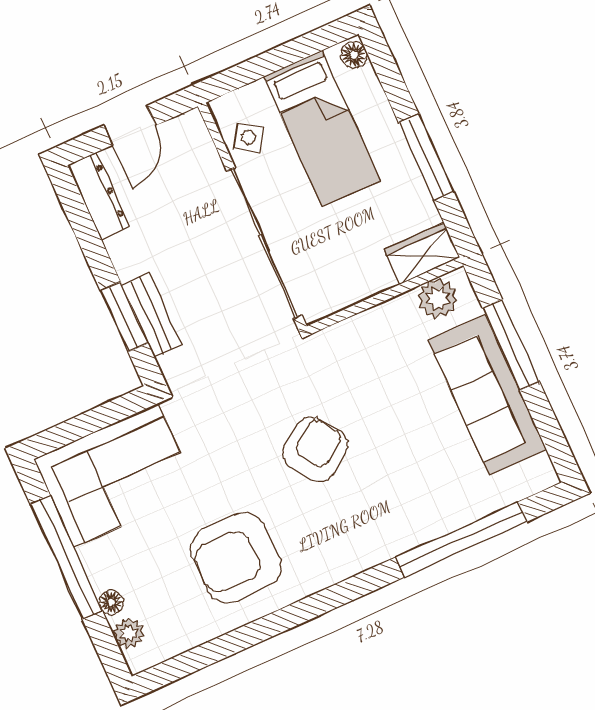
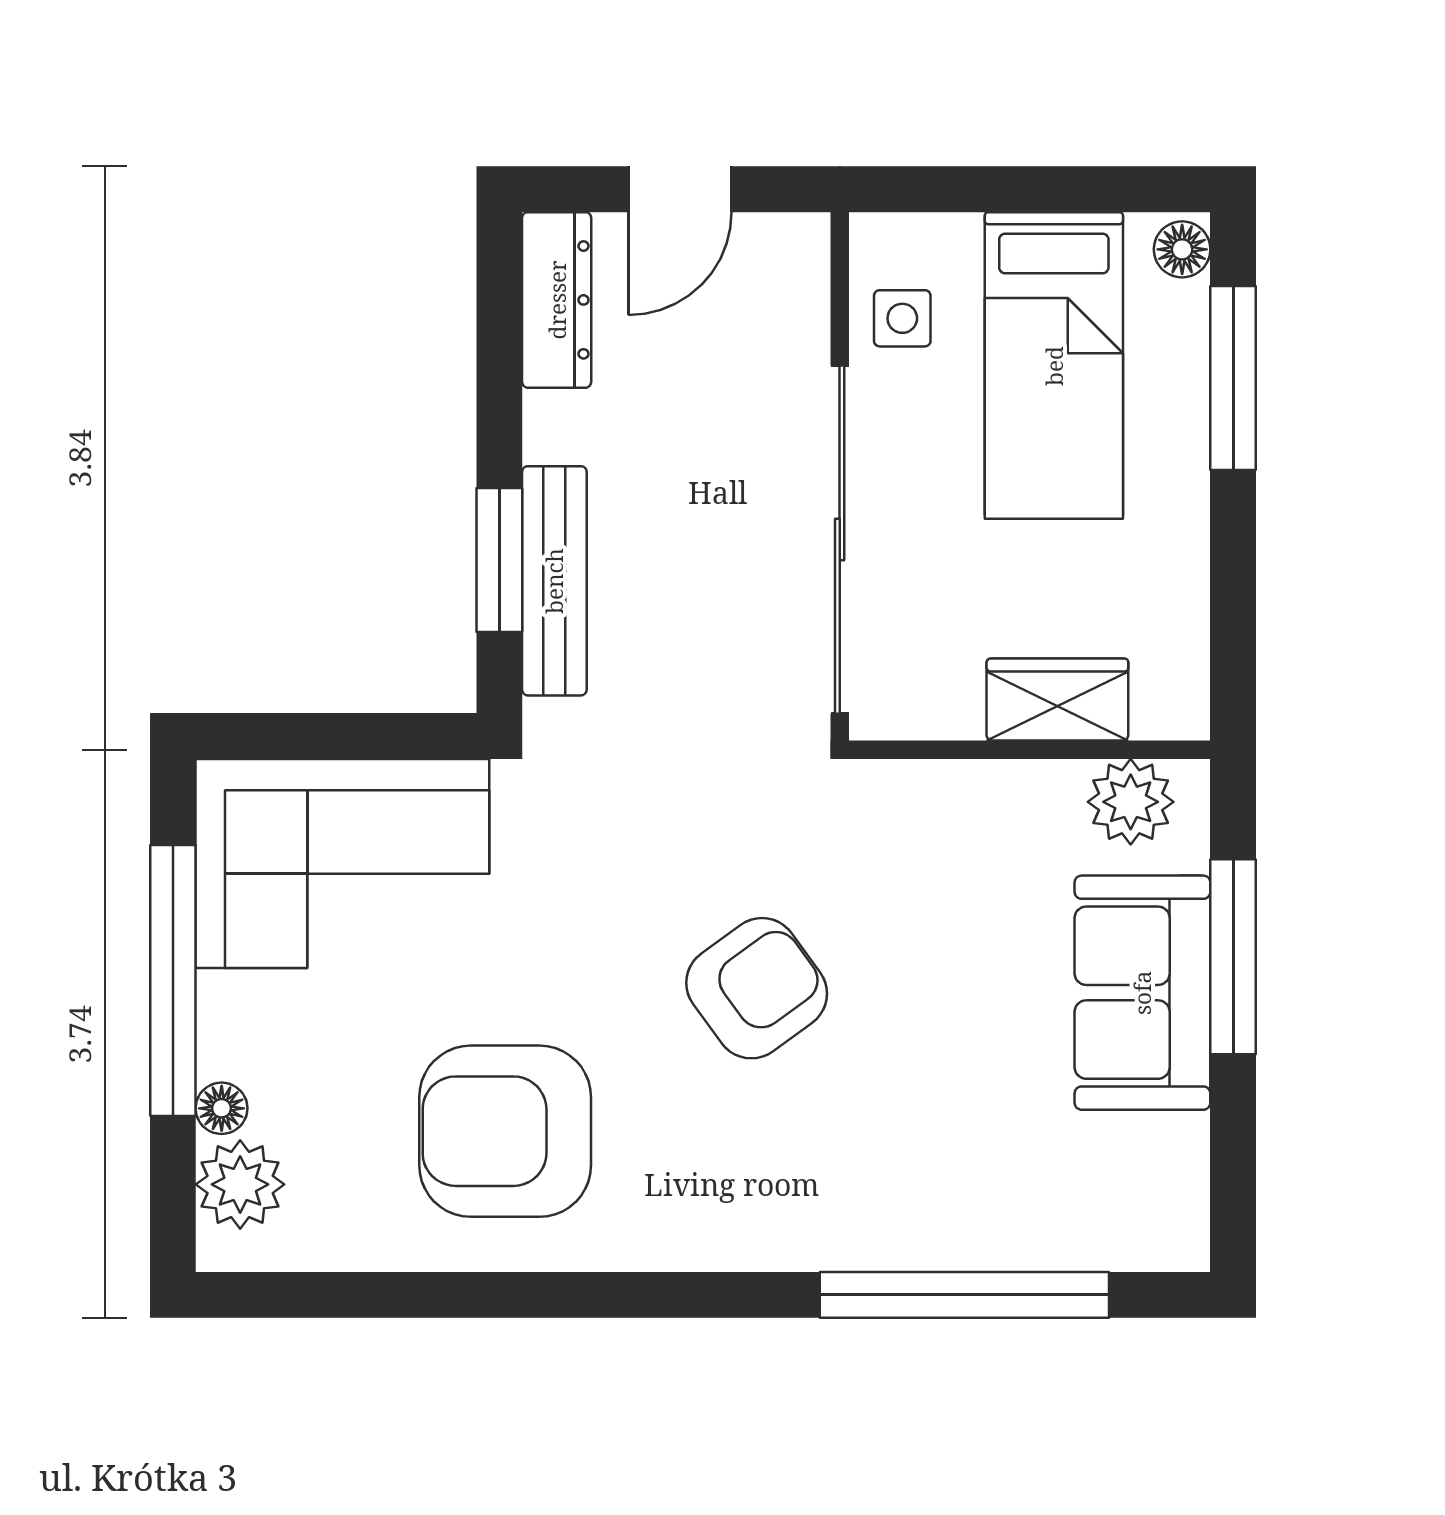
side table: (249, 137) -> (902, 318), turned -33
window: (426, 157) -> (1233, 378), moved
wardrobe: (422, 254) -> (1057, 700), moved
bench: (151, 315) -> (554, 581), width x1.36
sofa: (487, 395) -> (1142, 993), width x0.73
plant: (129, 633) -> (240, 1184), width x1.38, depth x1.38

